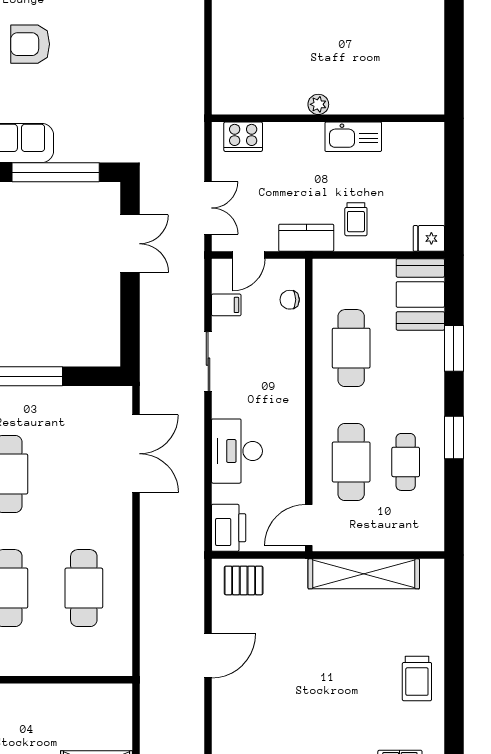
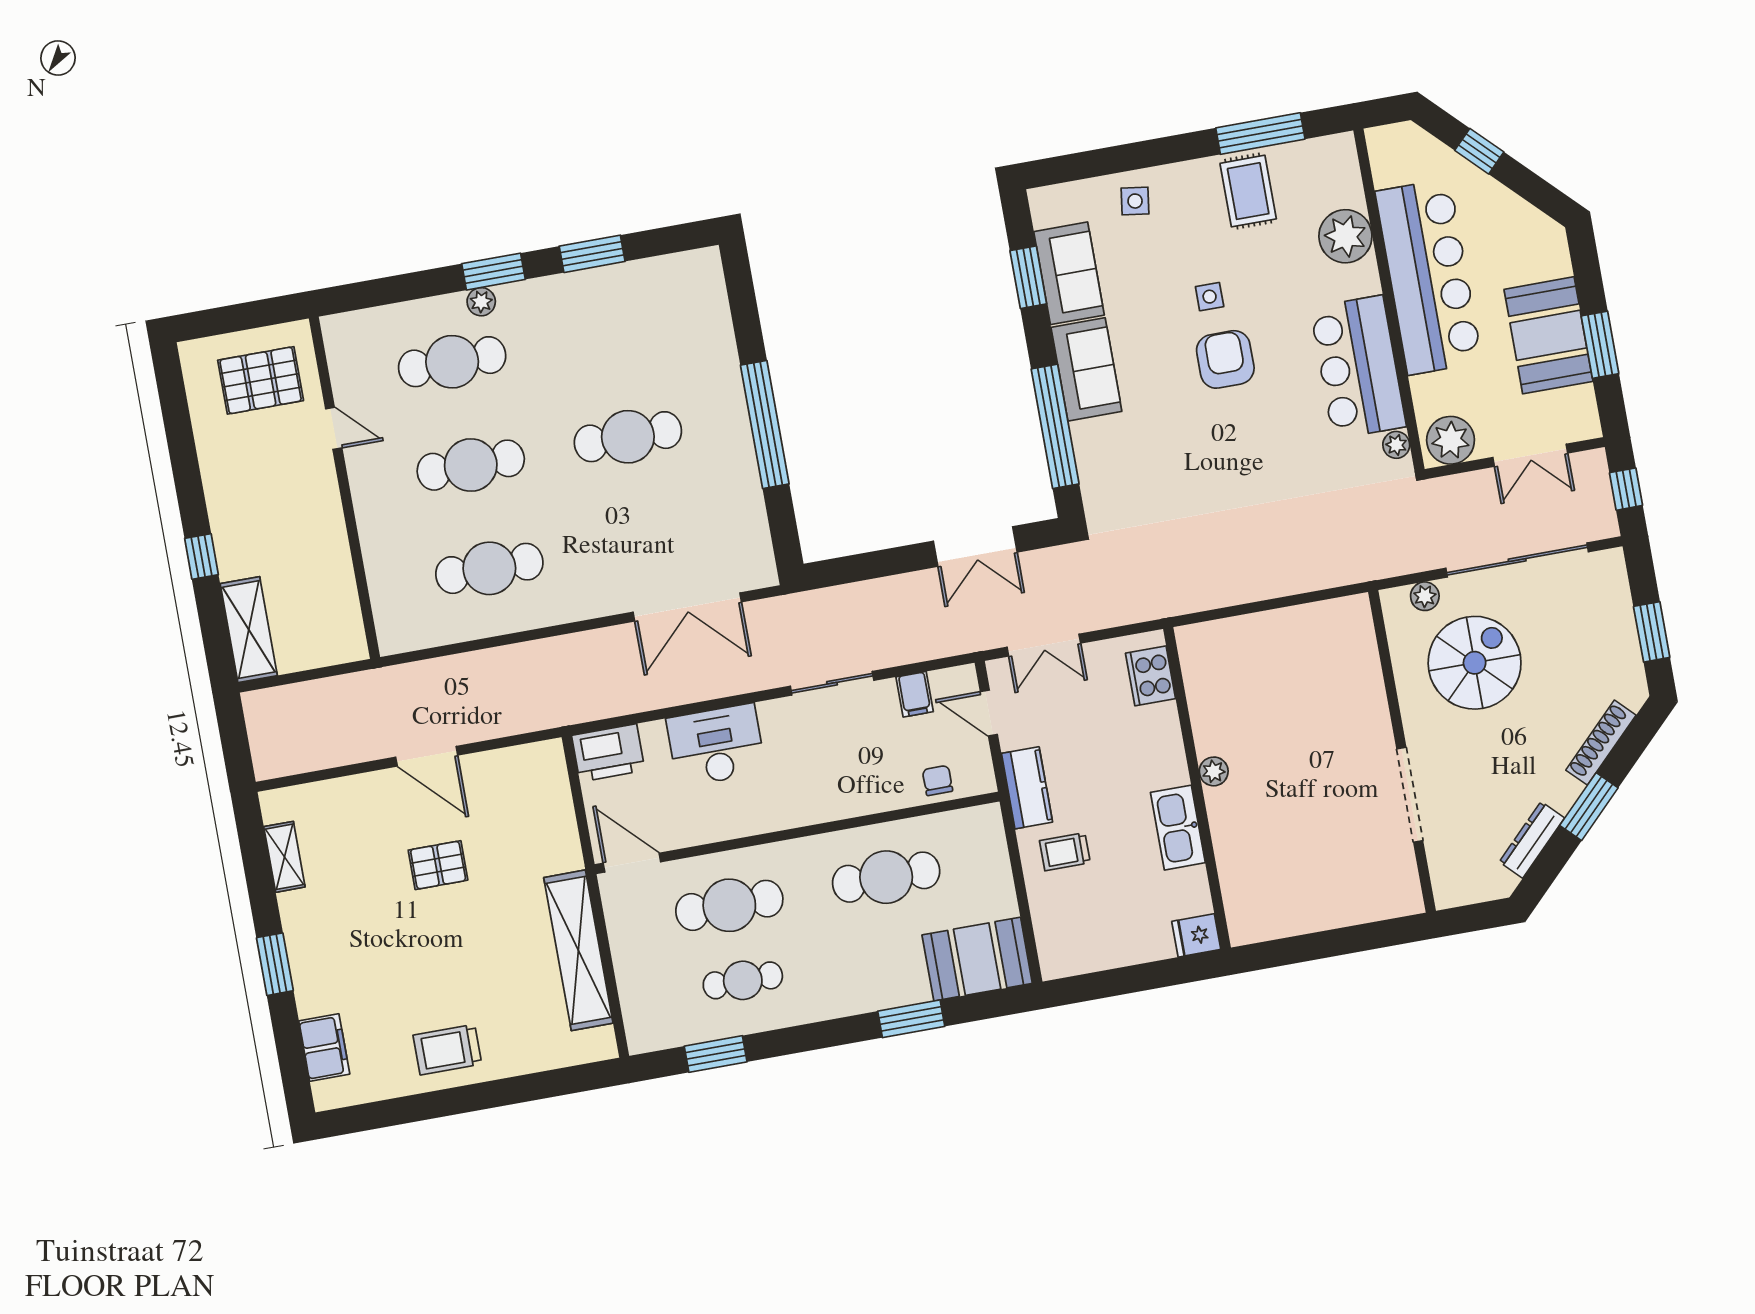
fridge: (429, 238) -> (1196, 935), moved, turned -90
window: (454, 438) -> (716, 1054), moved
pallet: (244, 580) -> (438, 865), moved, turned 90

